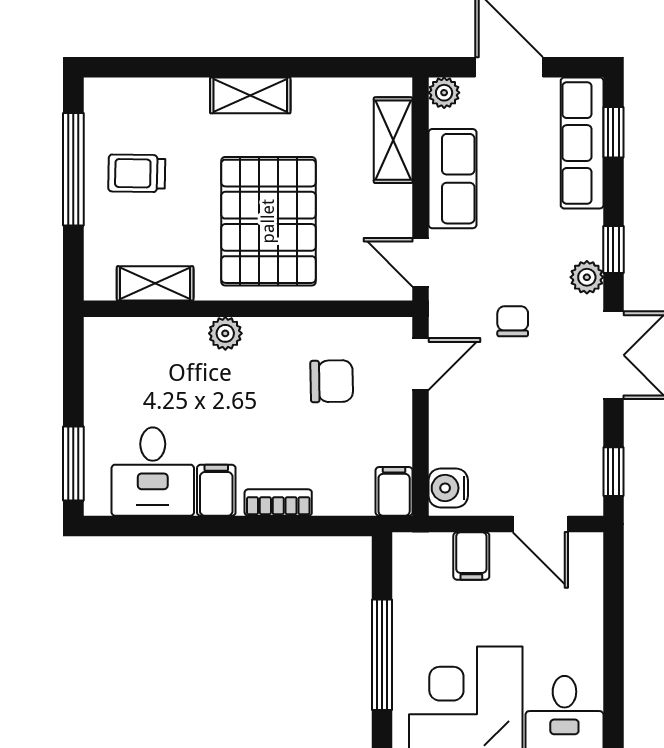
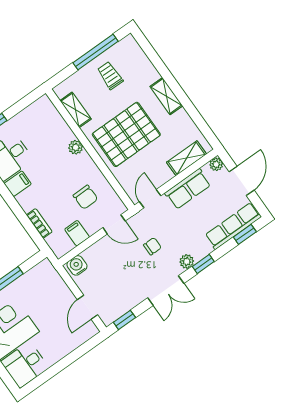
filing cabinet: (394, 491) -> (77, 233), moved, turned -90
bookcase: (278, 502) -> (39, 223), moved
filing cabinet: (471, 556) -> (59, 291), removed

